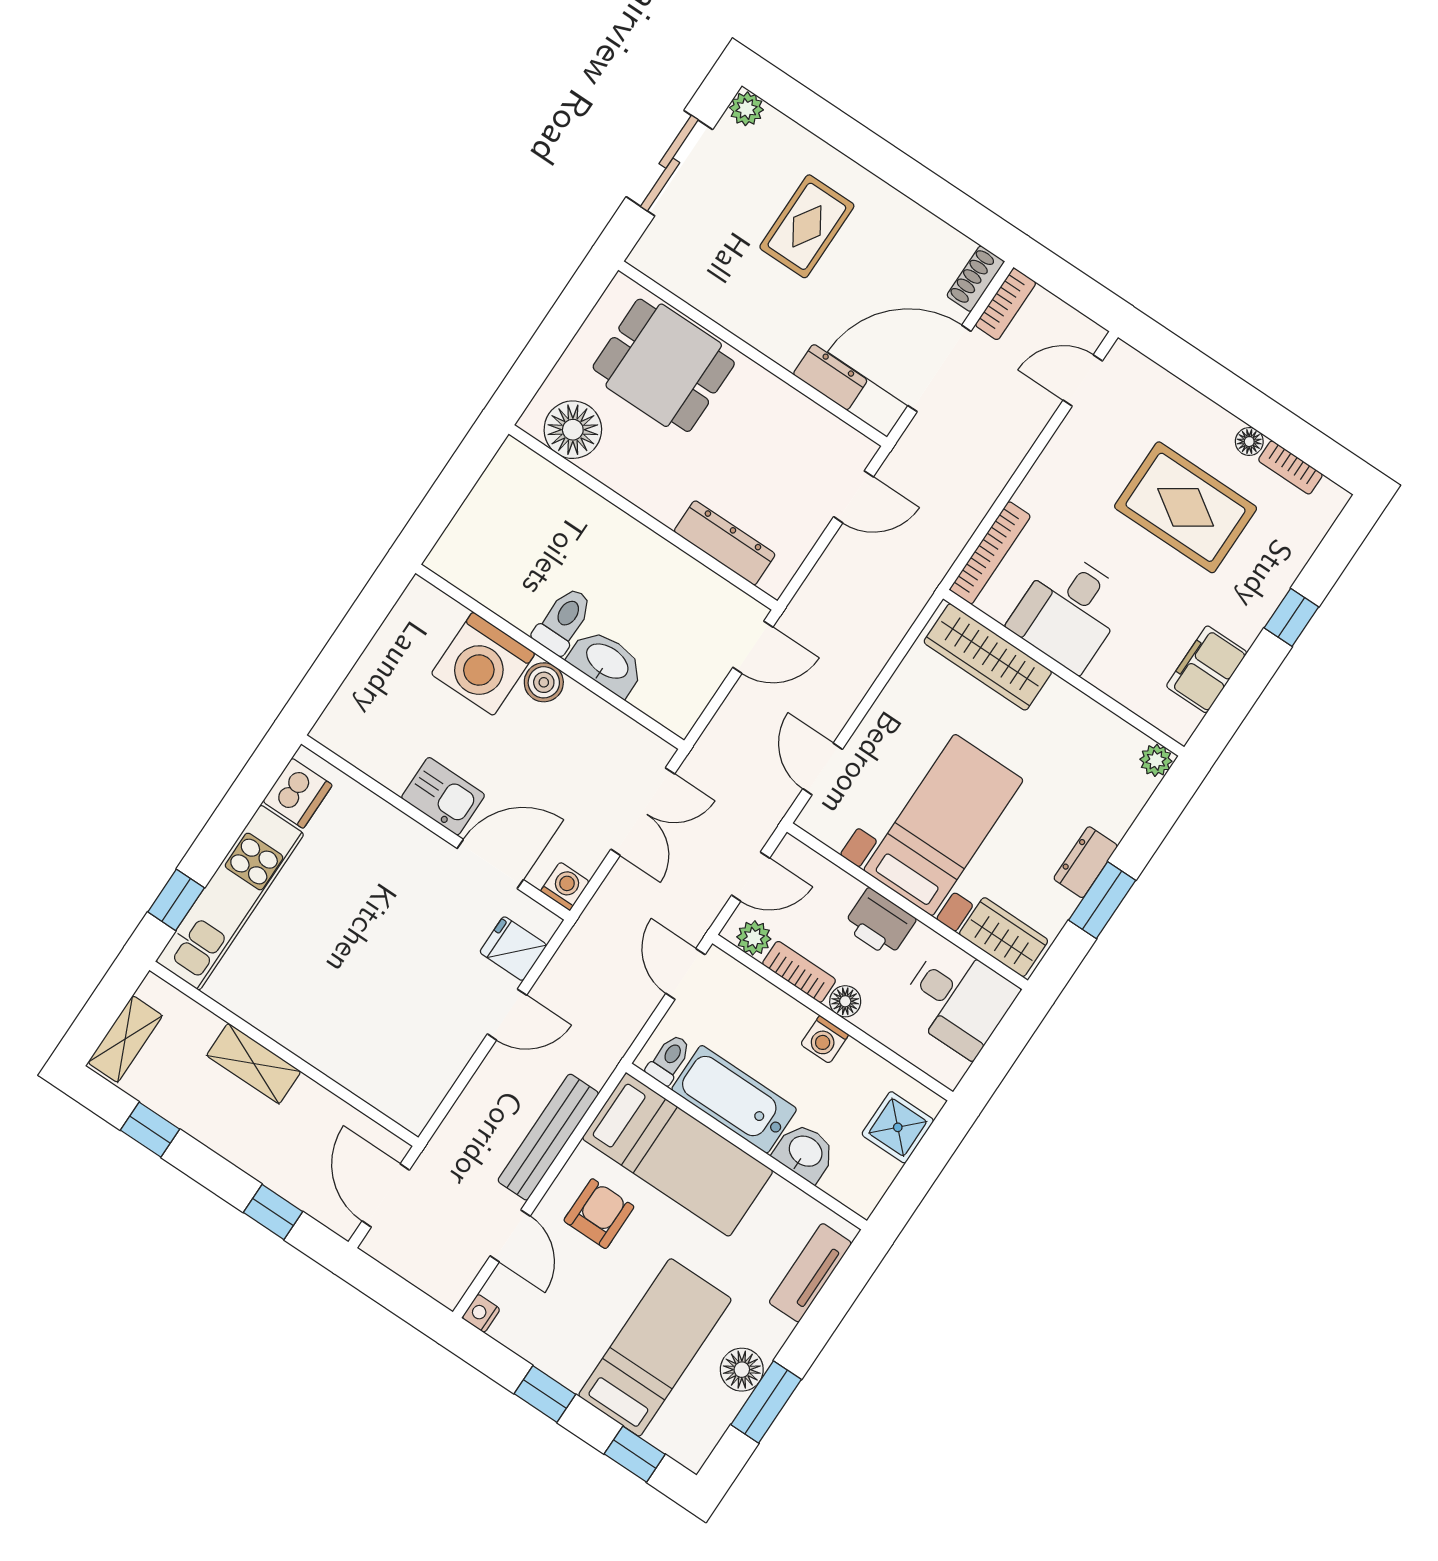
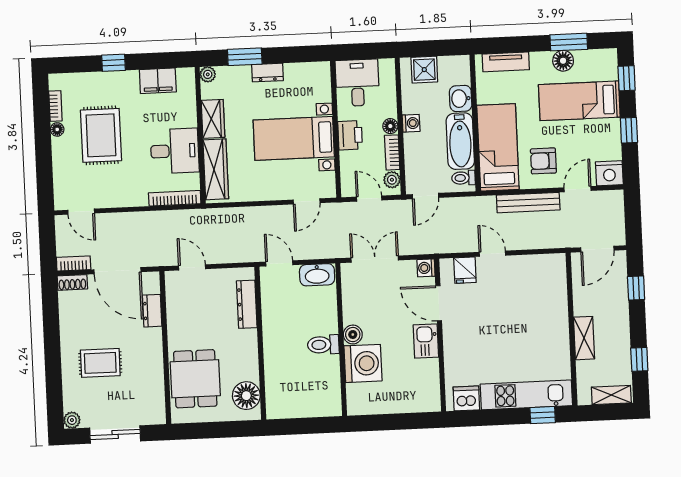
washbasin: (607, 662) -> (317, 275), moved, turned -90
window: (1102, 900) -> (245, 57), moved
wardrobe: (1004, 937) -> (213, 119), moved, turned 180
nightstand: (481, 1313) -> (609, 173), width x1.89, depth x1.79

